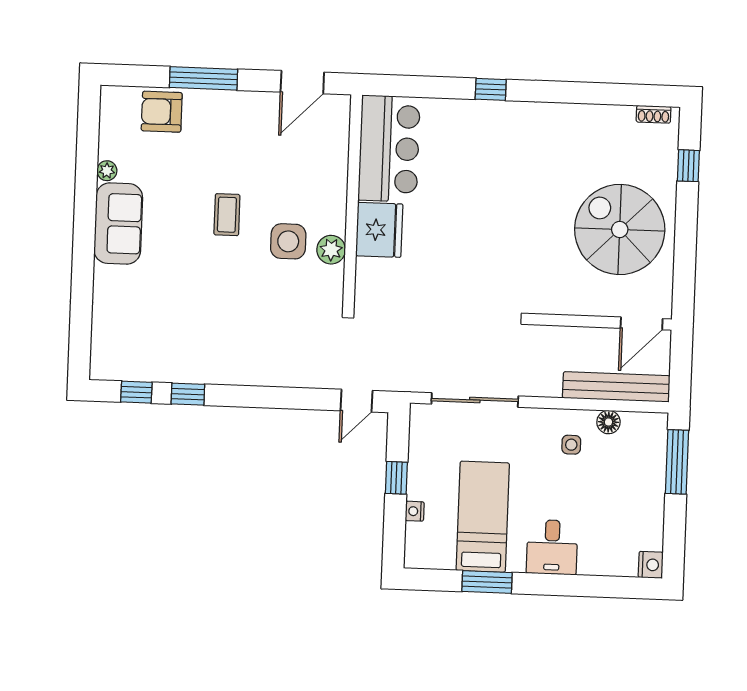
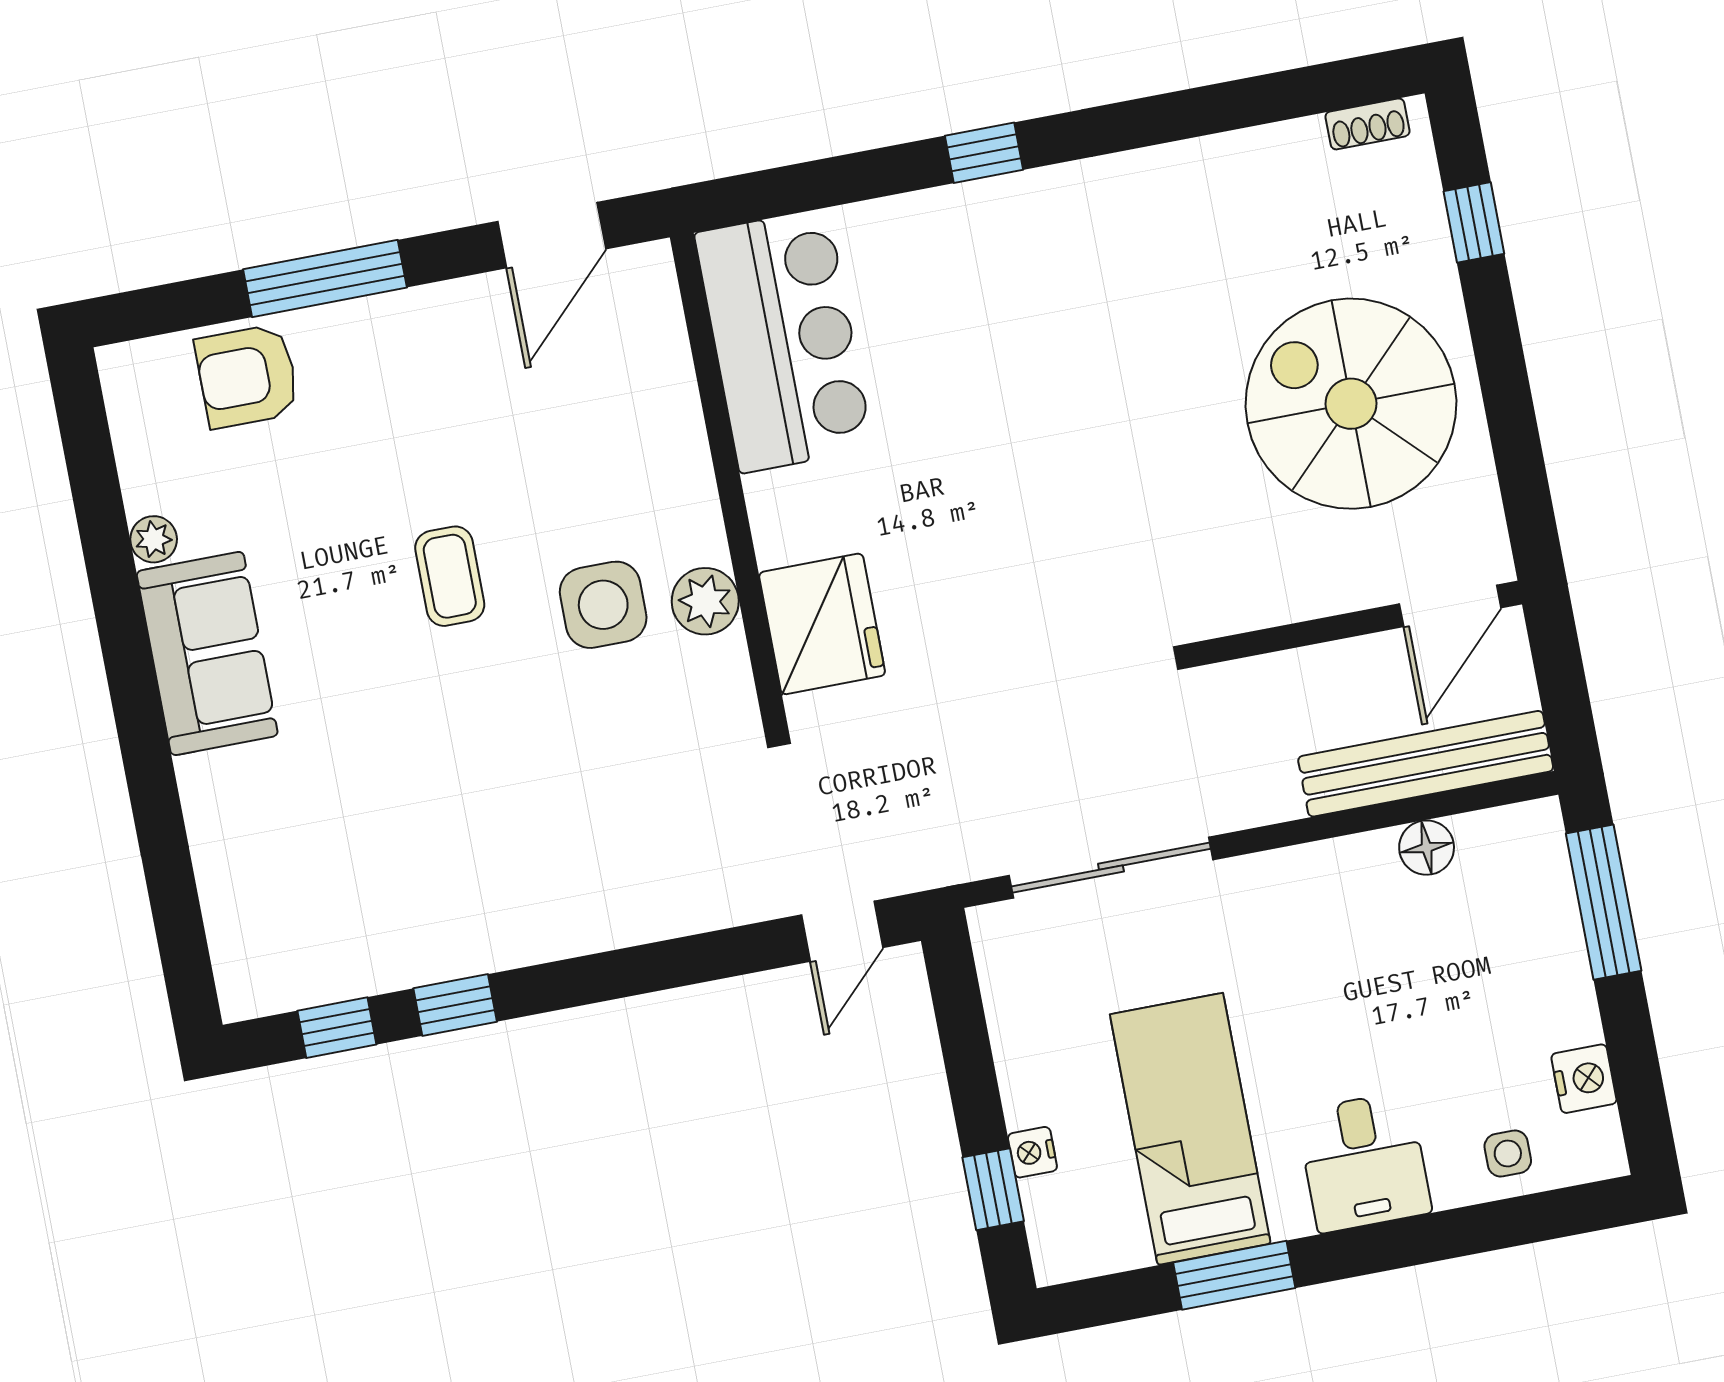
fridge: (379, 230) -> (822, 624), moved
side table: (571, 445) -> (1508, 1153), moved
window: (396, 478) -> (993, 1189), moved
nightstand: (651, 565) -> (1584, 1079), moved

